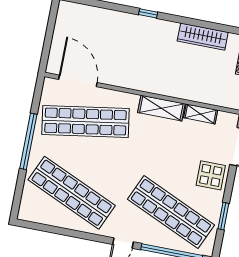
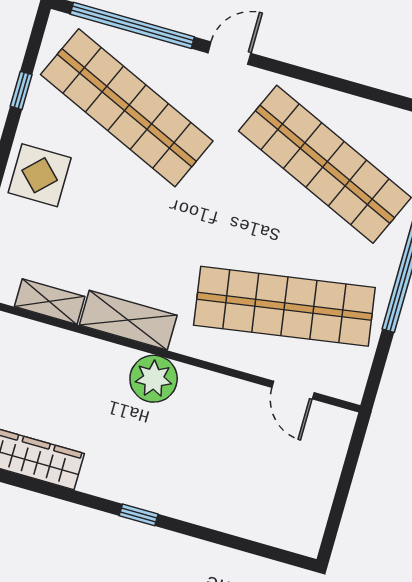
door: (78, 81) -> (293, 390), width x0.53
plant: (146, 81) -> (154, 379), added
window: (223, 216) -> (21, 90), width x0.67

